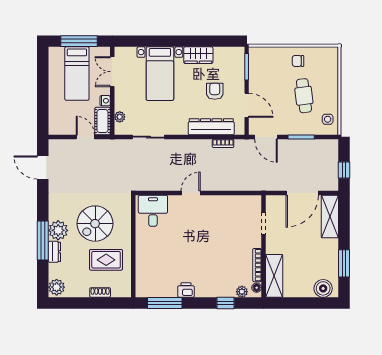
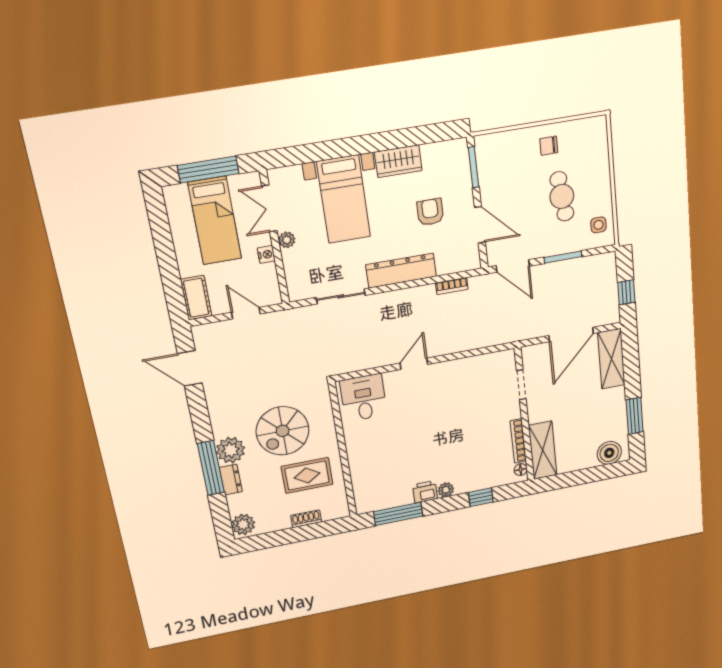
plant: (120, 117) -> (287, 240), moved
cot: (103, 121) -> (196, 298), moved
dresser: (211, 127) -> (401, 271), moved
plant: (242, 292) -> (446, 490), moved

